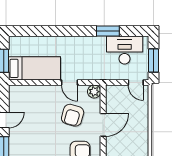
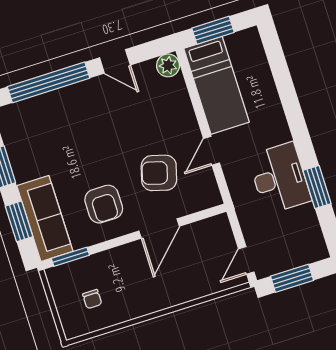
desk: (125, 50) -> (280, 178), moved
plant: (94, 92) -> (168, 65), moved
door: (103, 125) -> (159, 229), hinge flipped

